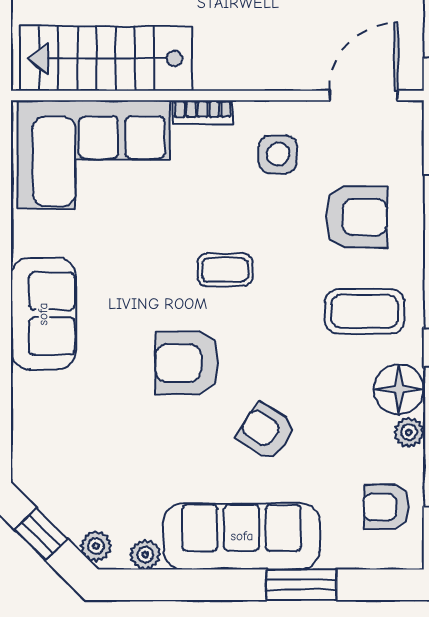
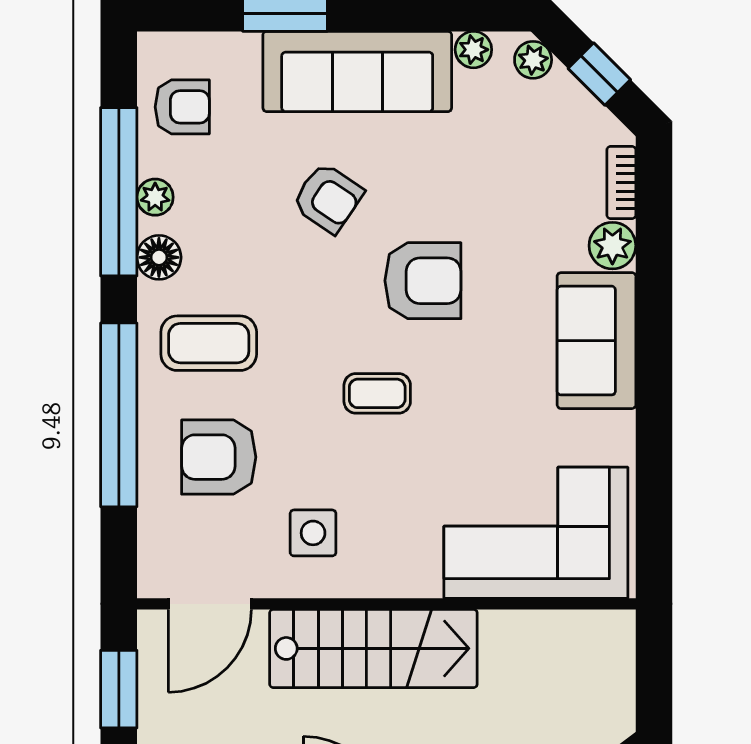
stairs: (106, 59) -> (373, 648), moved
bookcase: (203, 112) -> (621, 183), moved, turned -90
floor lamp: (399, 389) -> (159, 257), width x0.73, depth x0.73
plant: (30, 392) -> (612, 246), added

